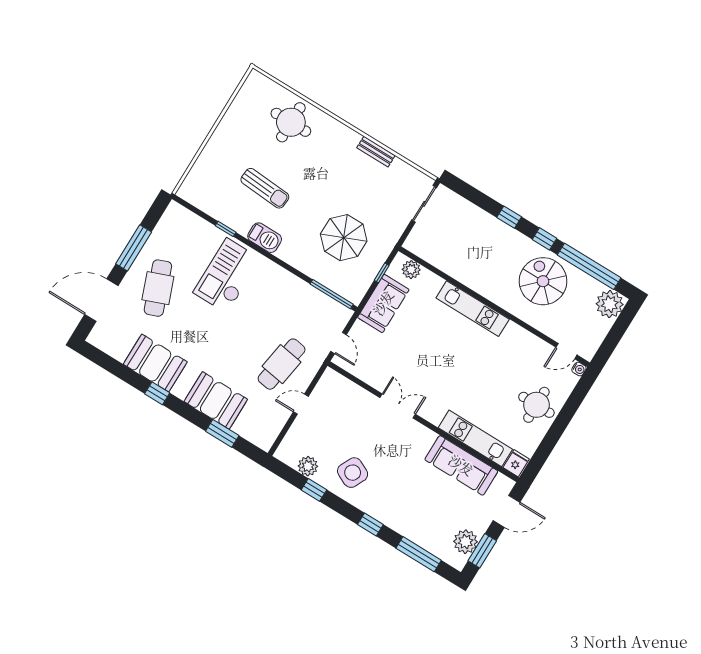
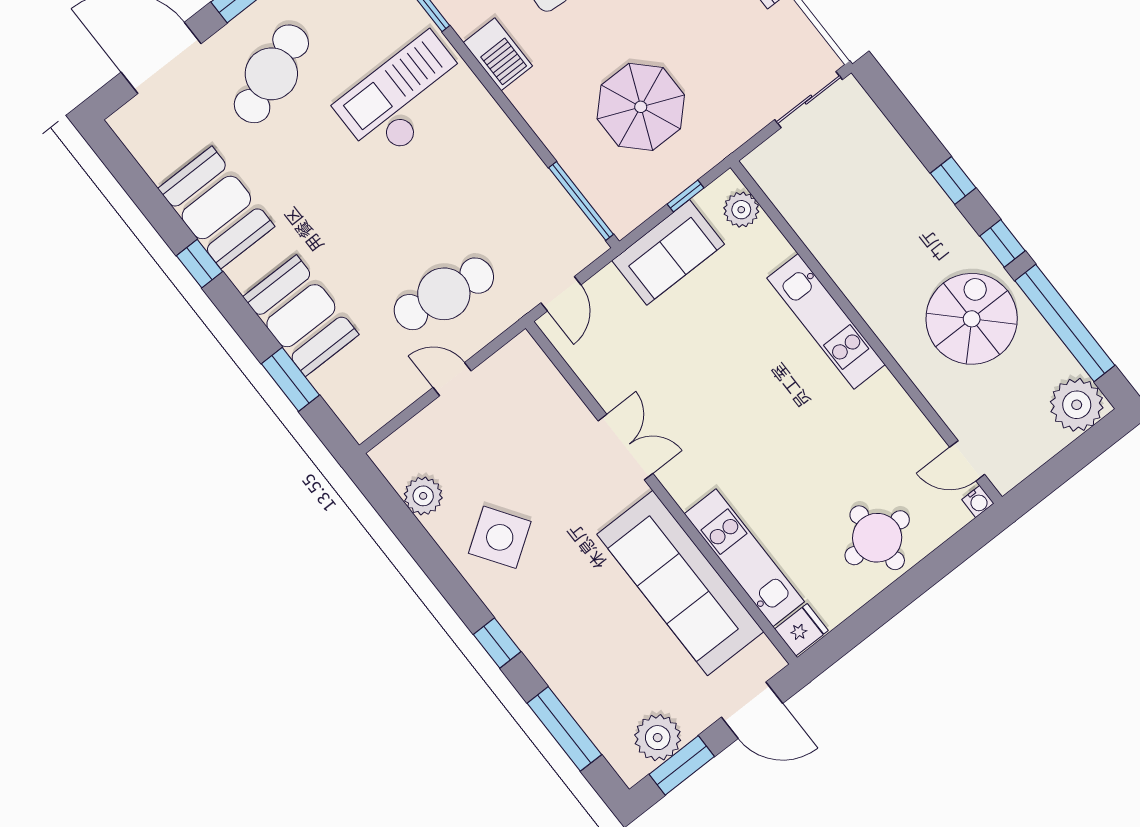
sofa: (461, 465) -> (680, 583), width x1.36, depth x1.27
side table: (353, 473) -> (500, 537), turned 30
window: (314, 490) -> (418, 543), removed

